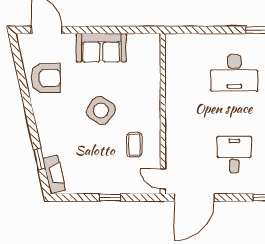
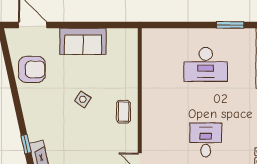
side table: (101, 111) -> (83, 99), width x0.54, depth x0.54
coffee table: (134, 145) -> (123, 112), moved

